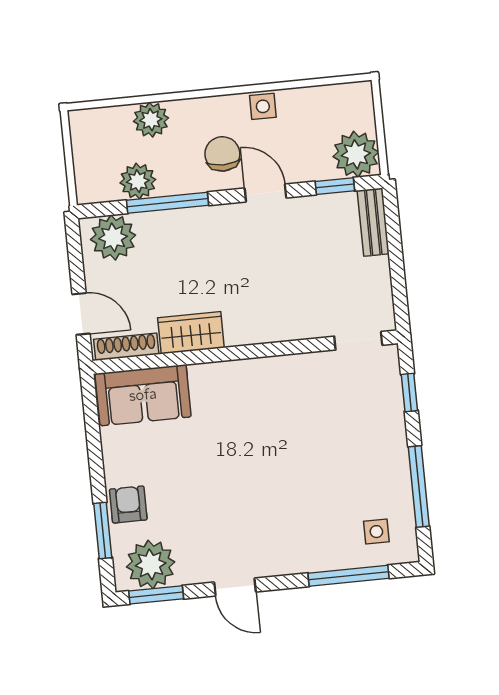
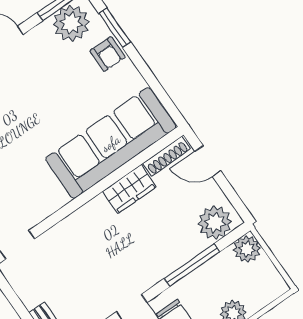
plant: (138, 181) -> (247, 249), moved
sofa: (143, 395) -> (111, 143), width x1.85, depth x1.27

